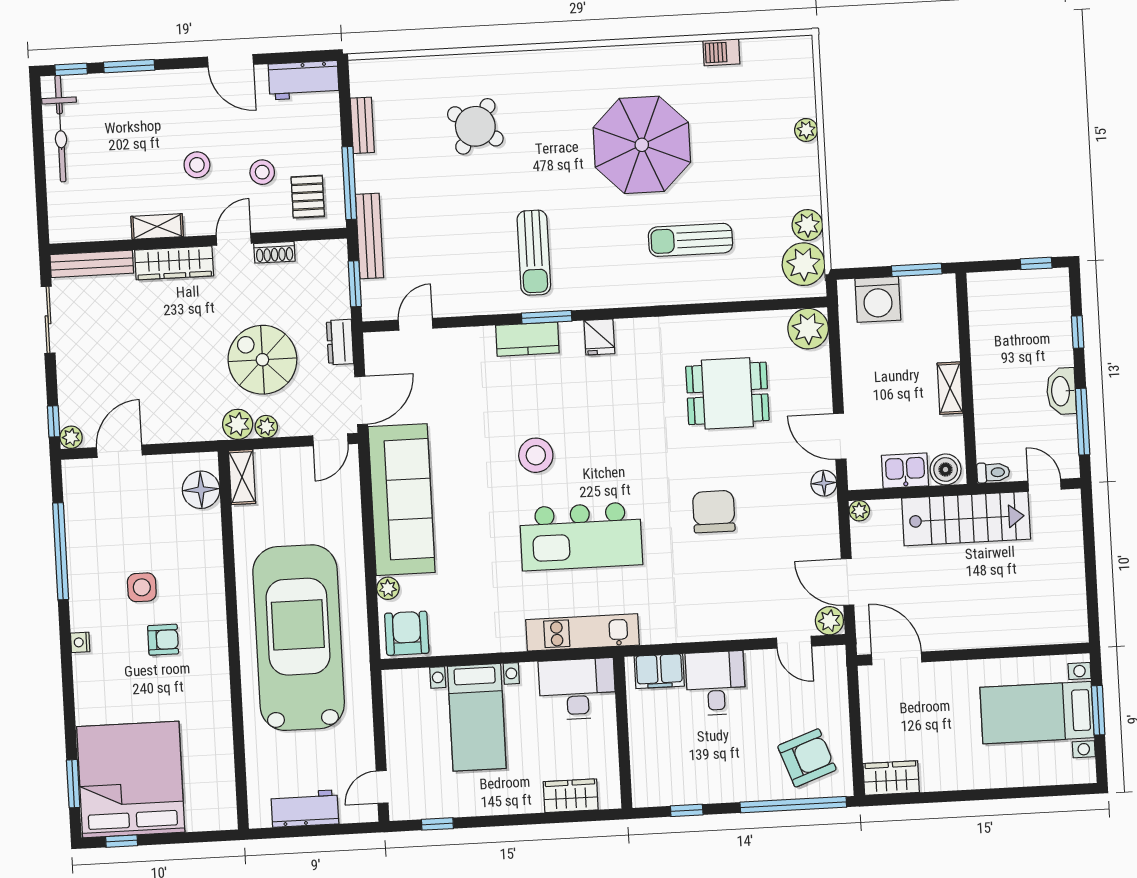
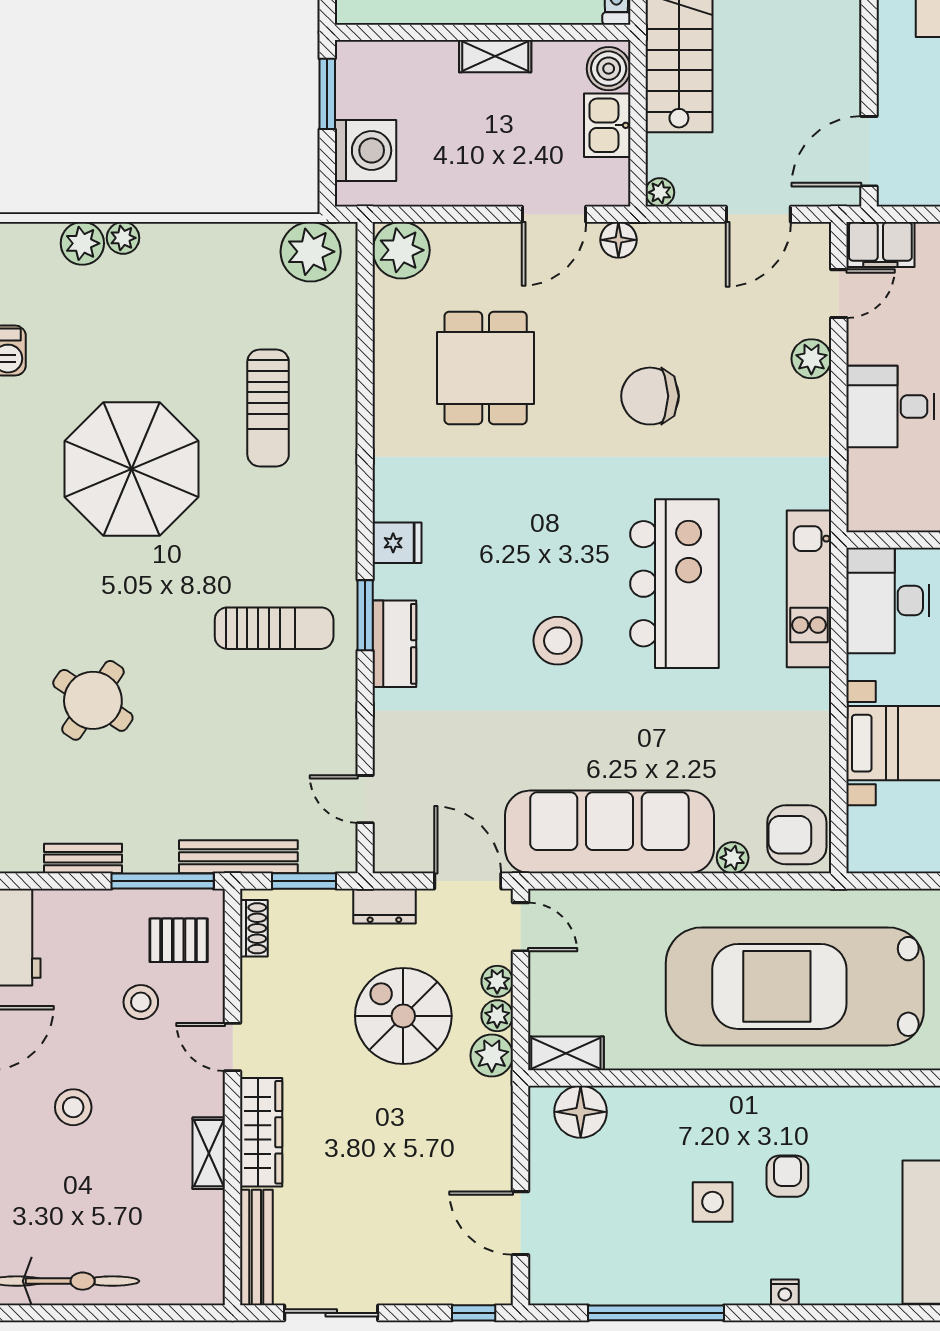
stool: (197, 165) -> (73, 1107), moved
plant: (807, 225) -> (82, 243), moved
shoe rack: (274, 252) -> (254, 928), moved
spiral stairs: (262, 360) -> (403, 1016), turned 90
plant: (71, 437) -> (497, 981), moved
plant: (829, 621) -> (811, 359), moved
filing cabinet: (659, 671) -> (880, 245), moved, turned 90

